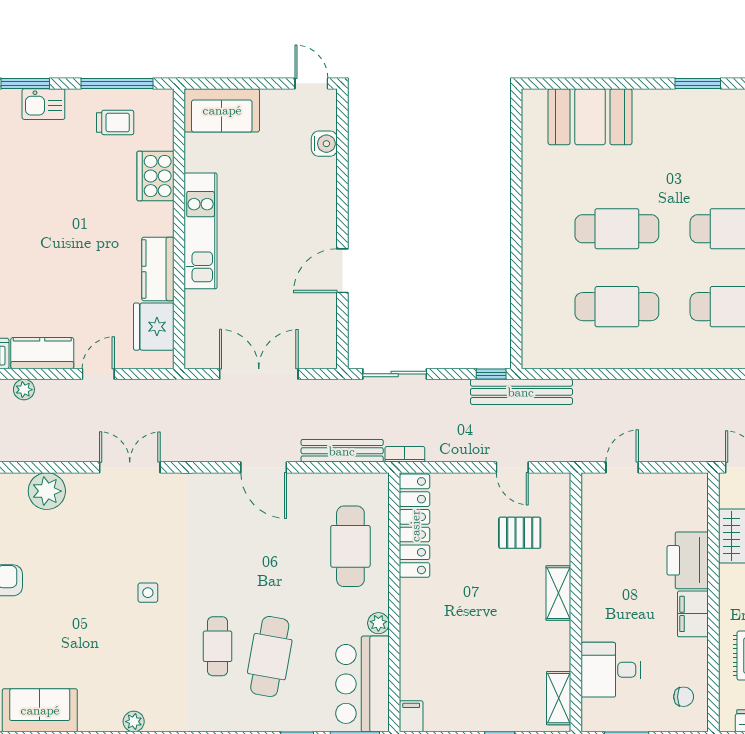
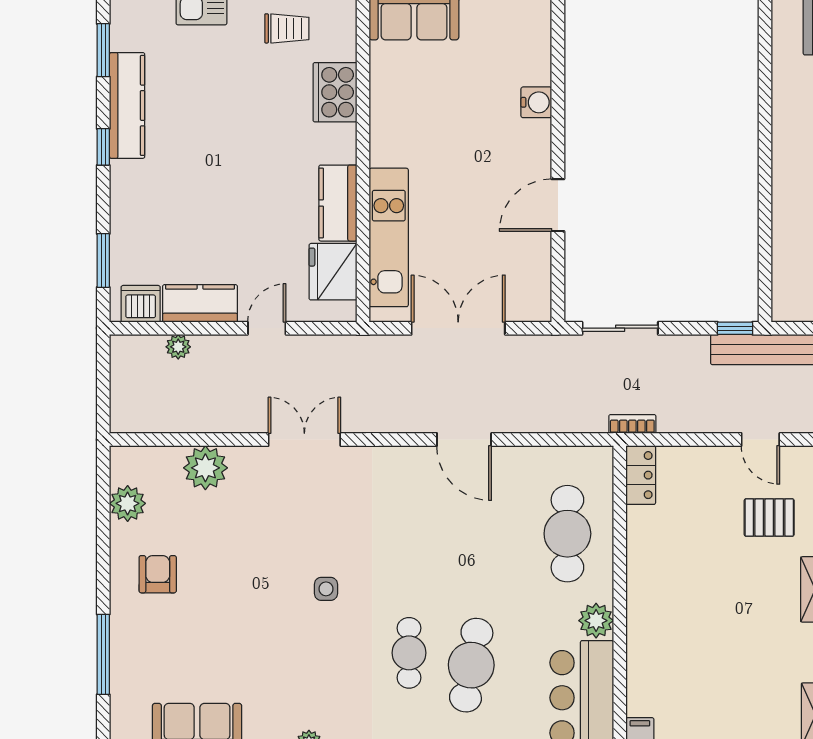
water cooler: (324, 144) -> (536, 102), moved
kitchen unit: (201, 231) -> (389, 237), moved
bench: (342, 451) -> (558, 420), removed
locker: (415, 526) -> (641, 475), width x0.46, depth x0.83
plant: (378, 623) -> (596, 621), width x1.38, depth x1.38

